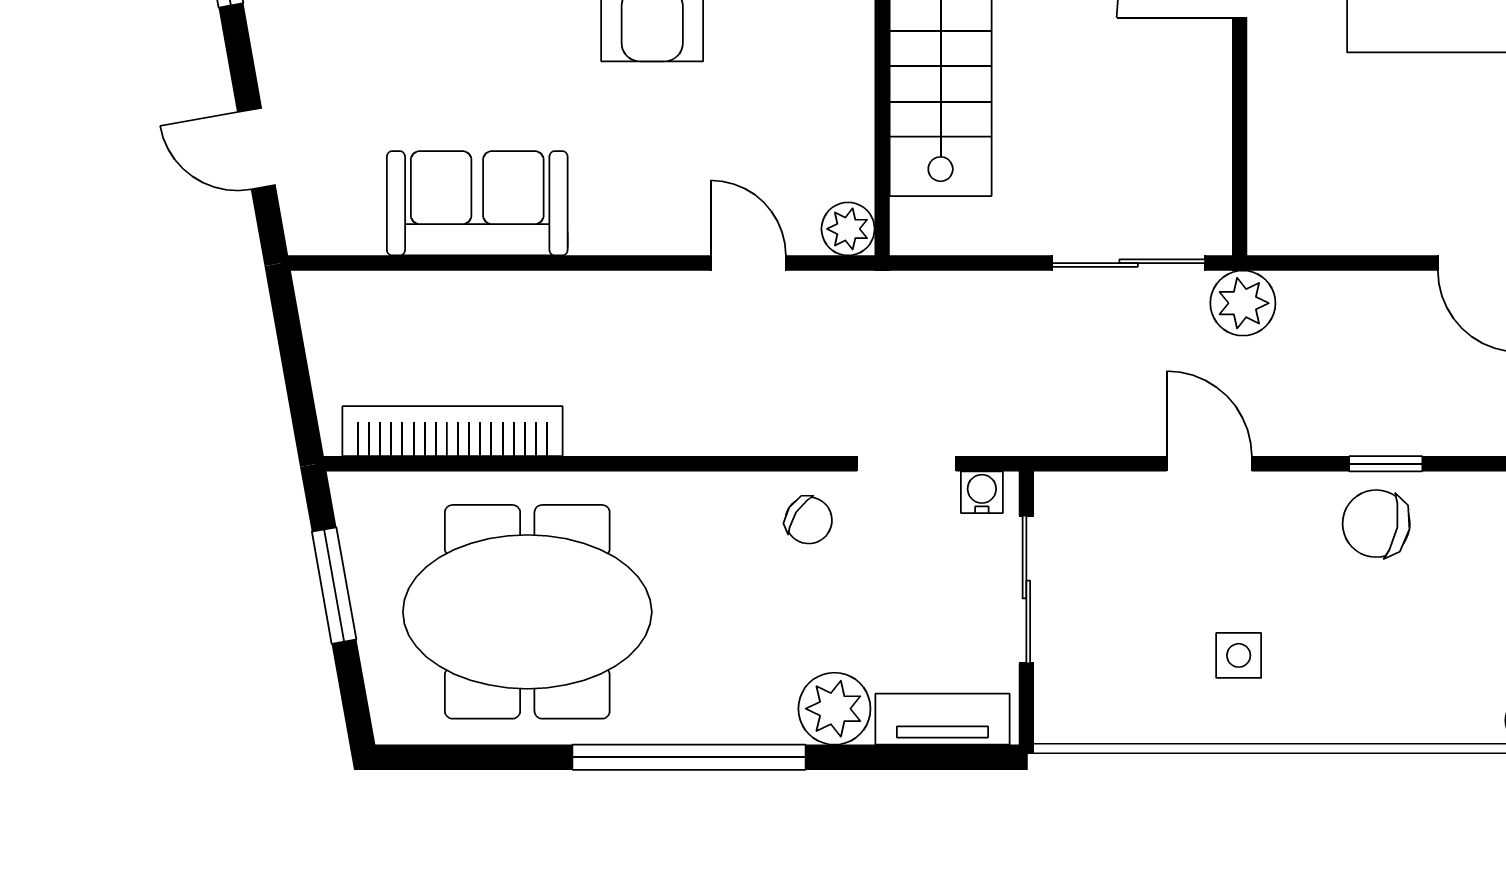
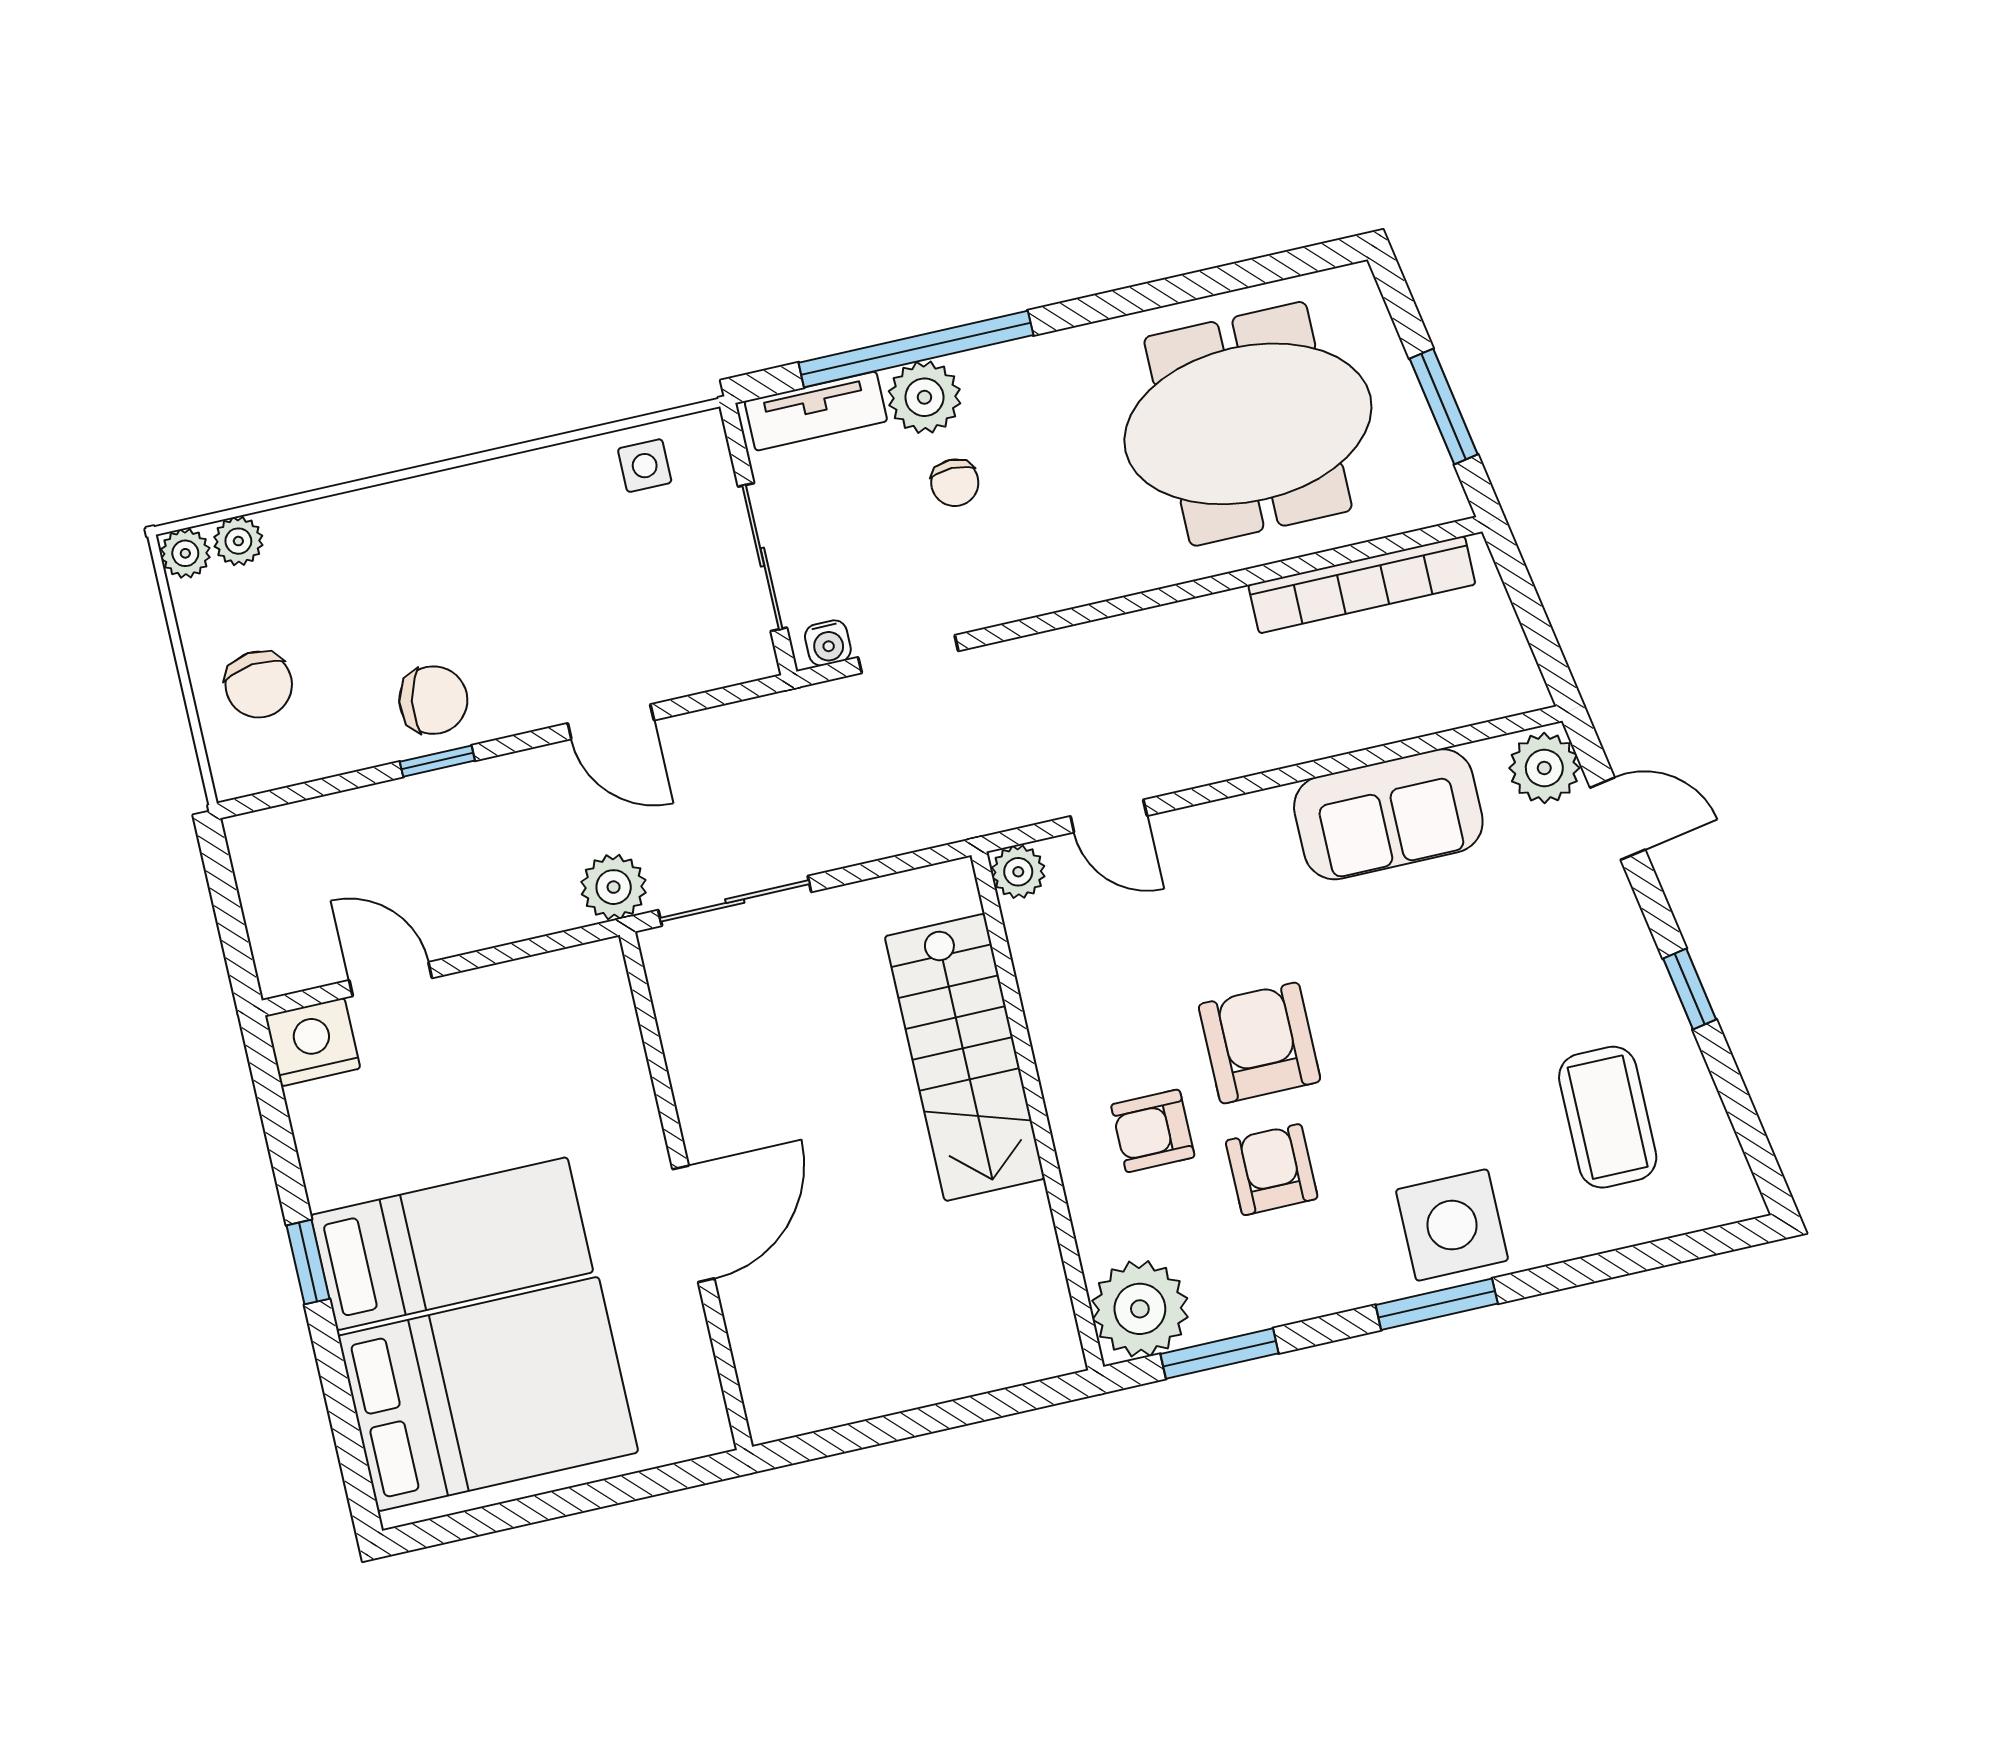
plant: (316, 214) -> (1544, 768), added
chair: (809, 520) -> (955, 483), moved, turned -123
side table: (1239, 655) -> (645, 466), moved
window: (689, 757) -> (916, 349), moved

